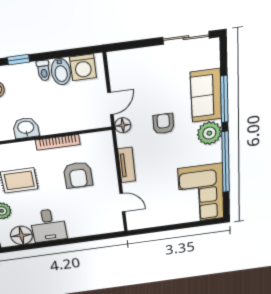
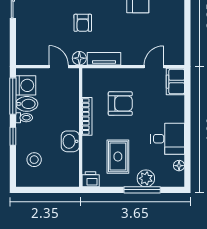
window: (68, 53) -> (13, 96), added
armchair: (163, 124) -> (83, 23), turned -90
tv unit: (127, 165) -> (104, 59), moved
filing cabinet: (109, 225) -> (175, 82), added
floor lamp: (21, 235) -> (179, 166), width x0.53, depth x0.53

